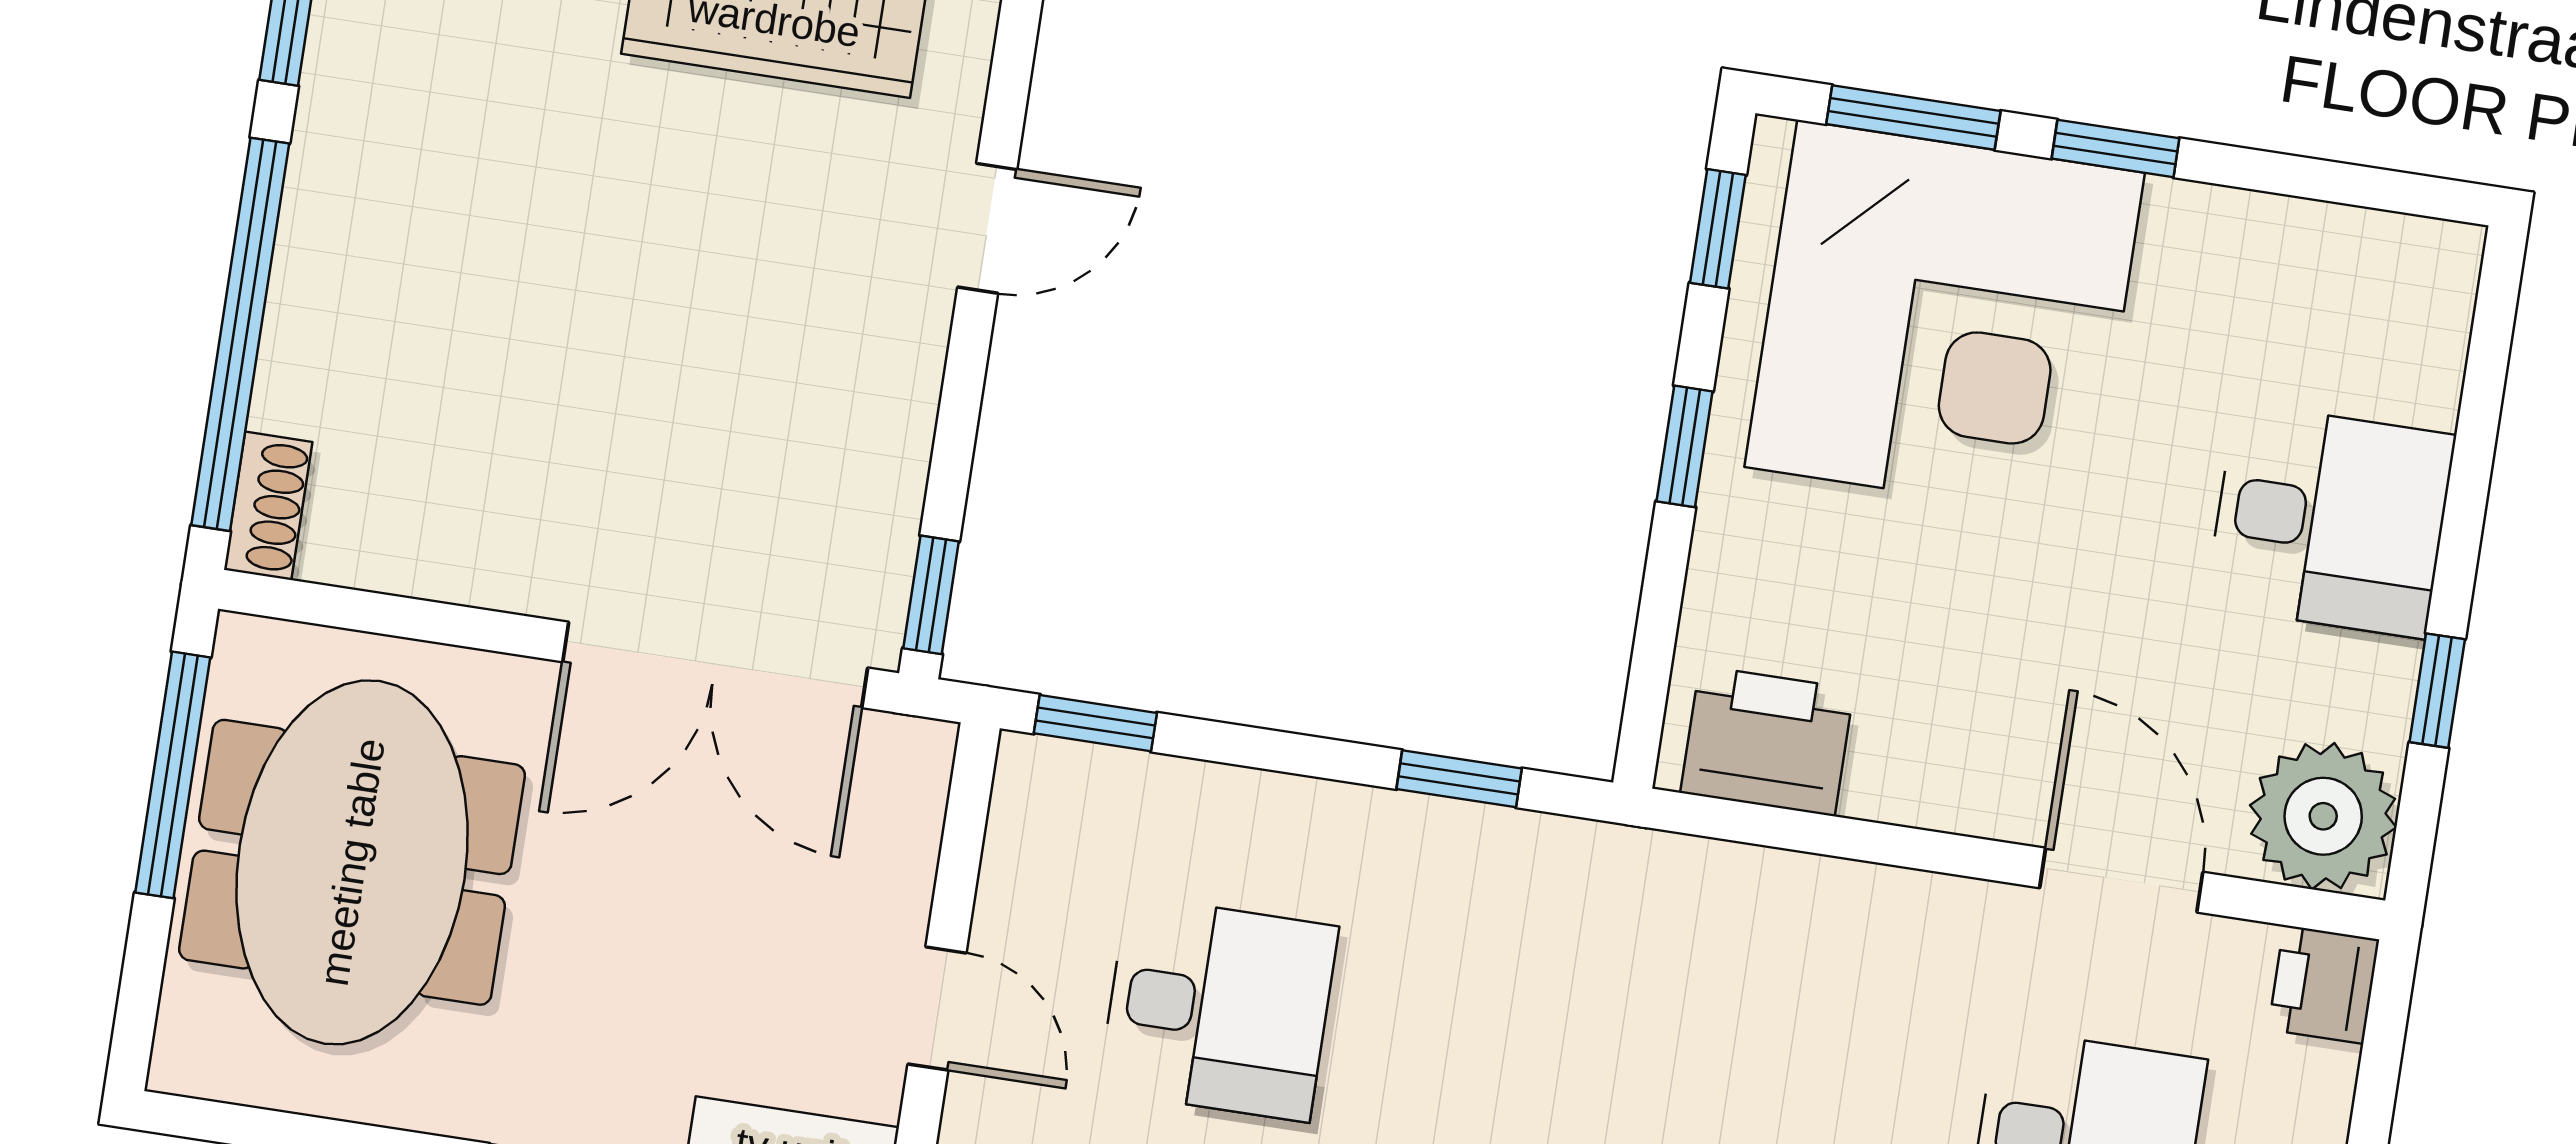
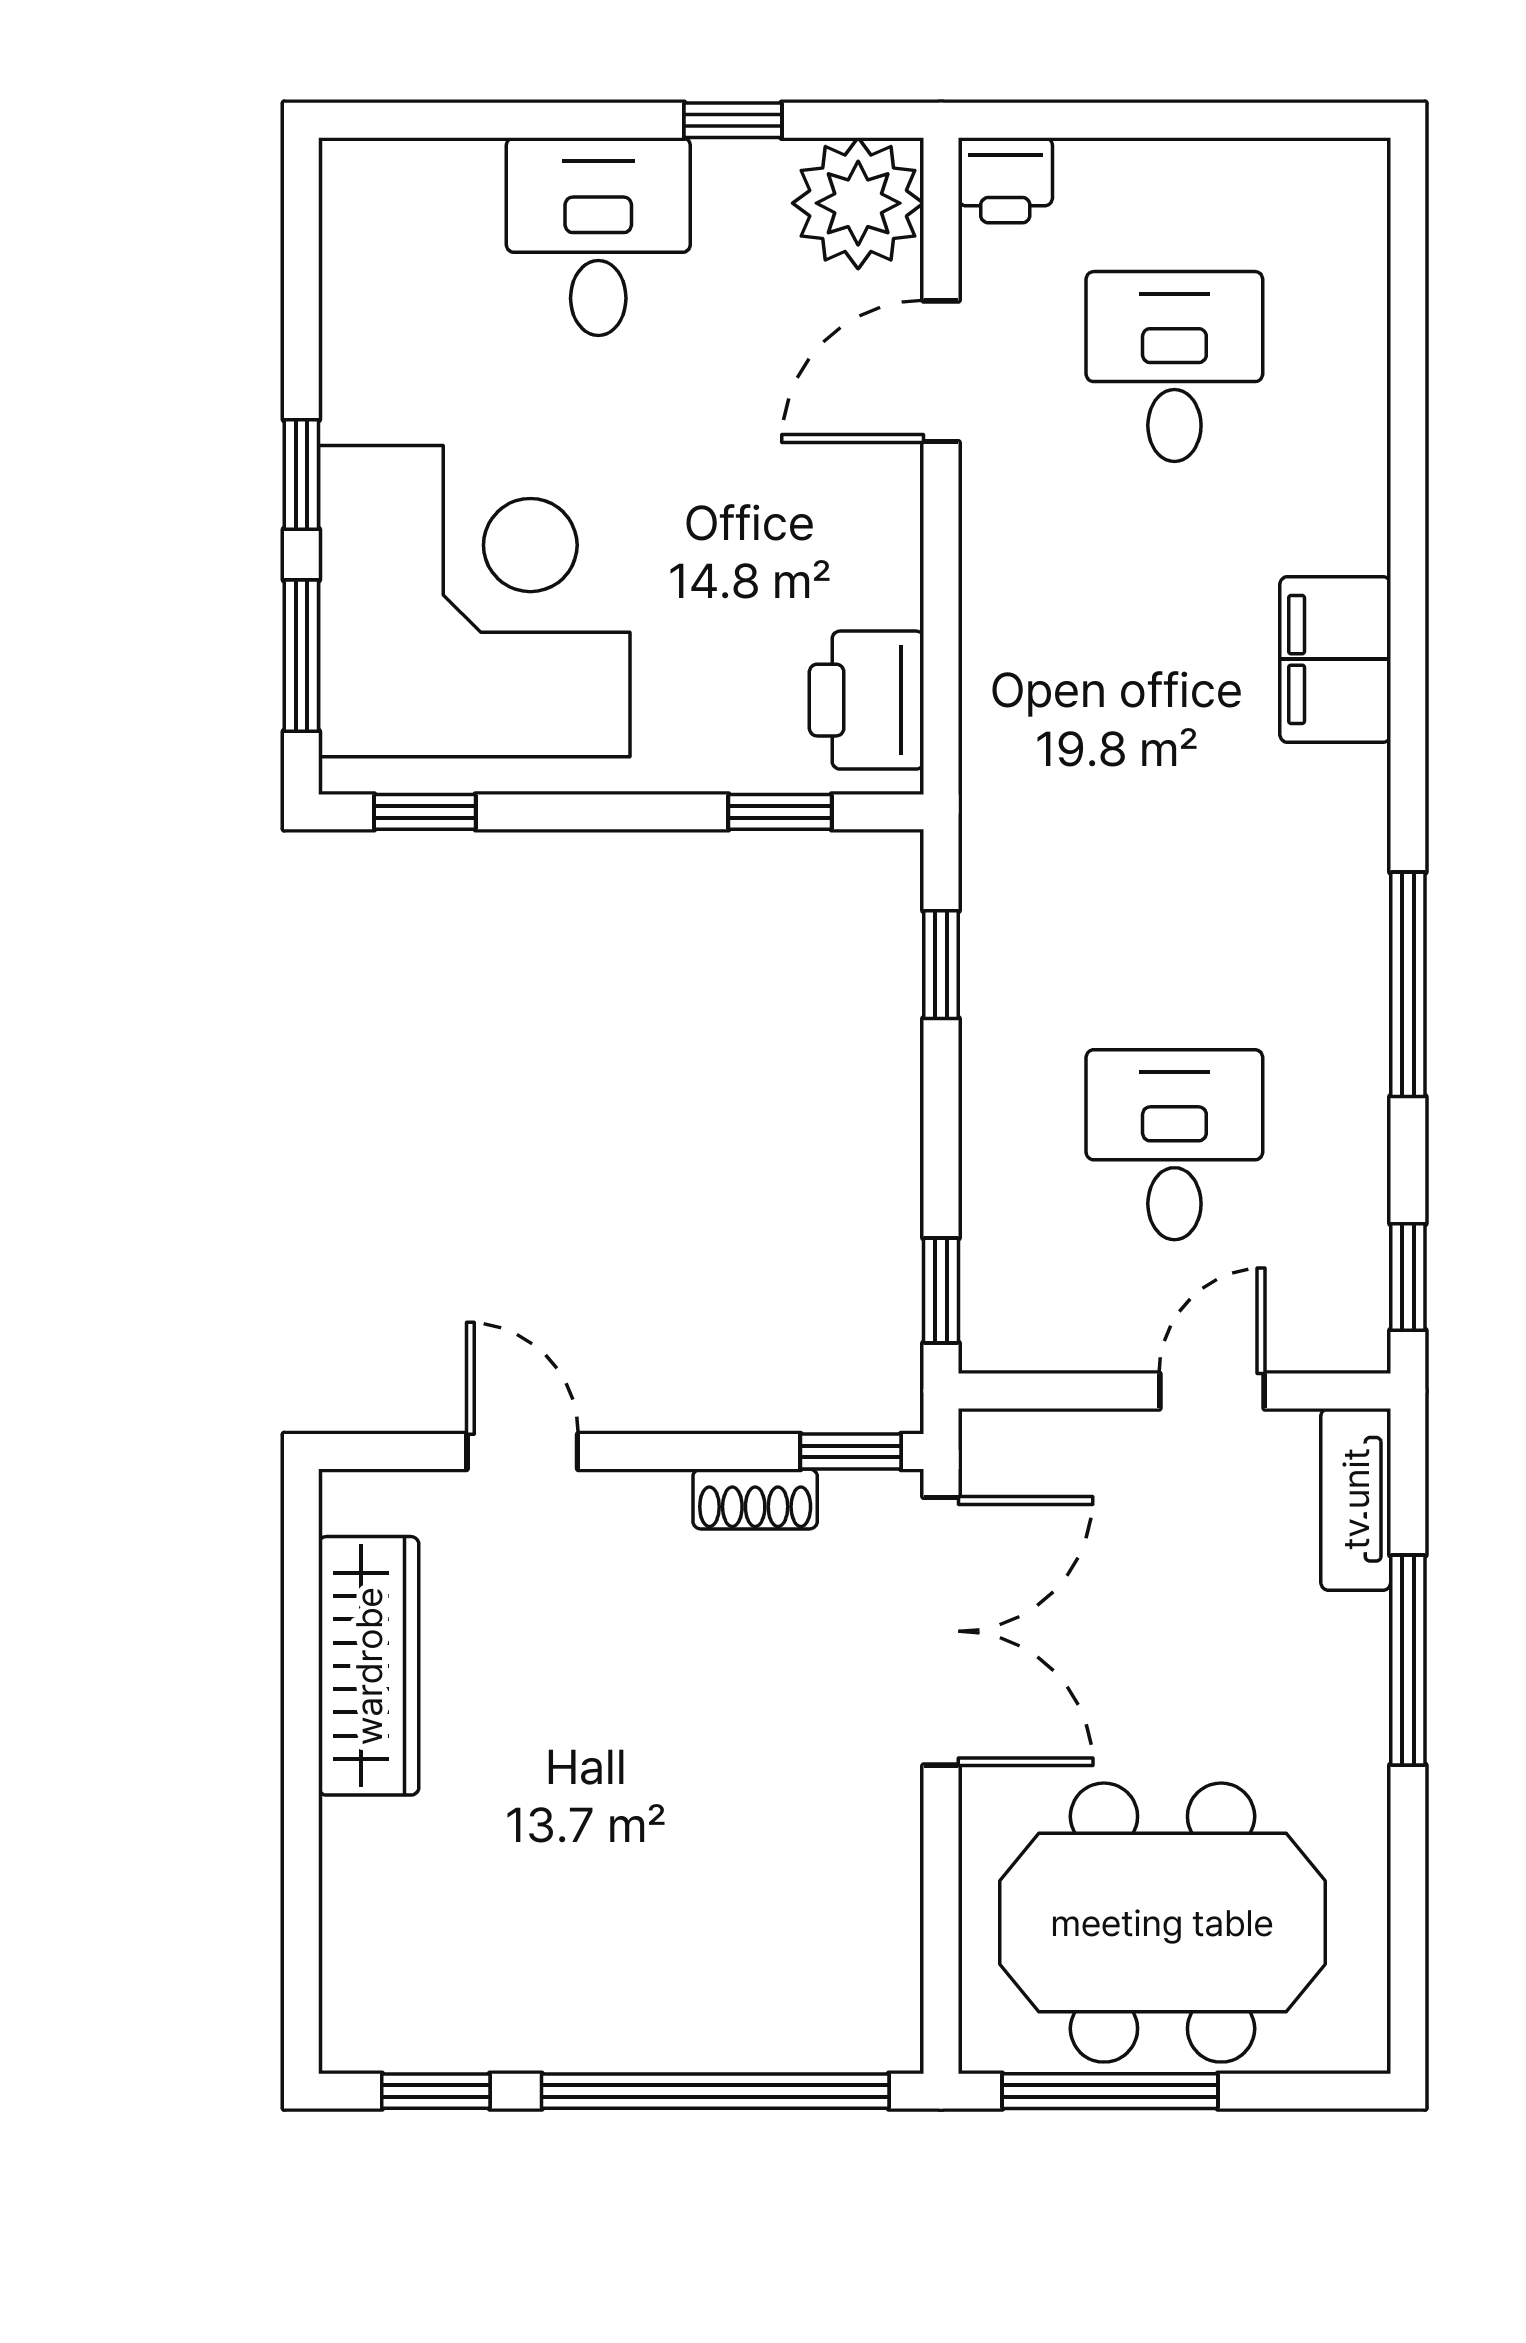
window: (1685, 446) -> (780, 812), moved
shoe rack: (268, 506) -> (755, 1499), moved, turned 180

